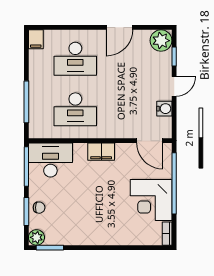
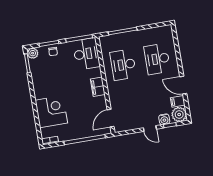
filing cabinet: (36, 39) -> (178, 101), moved
water cooler: (164, 109) -> (164, 119), moved
corner desk: (151, 200) -> (51, 112), moved, turned 90

